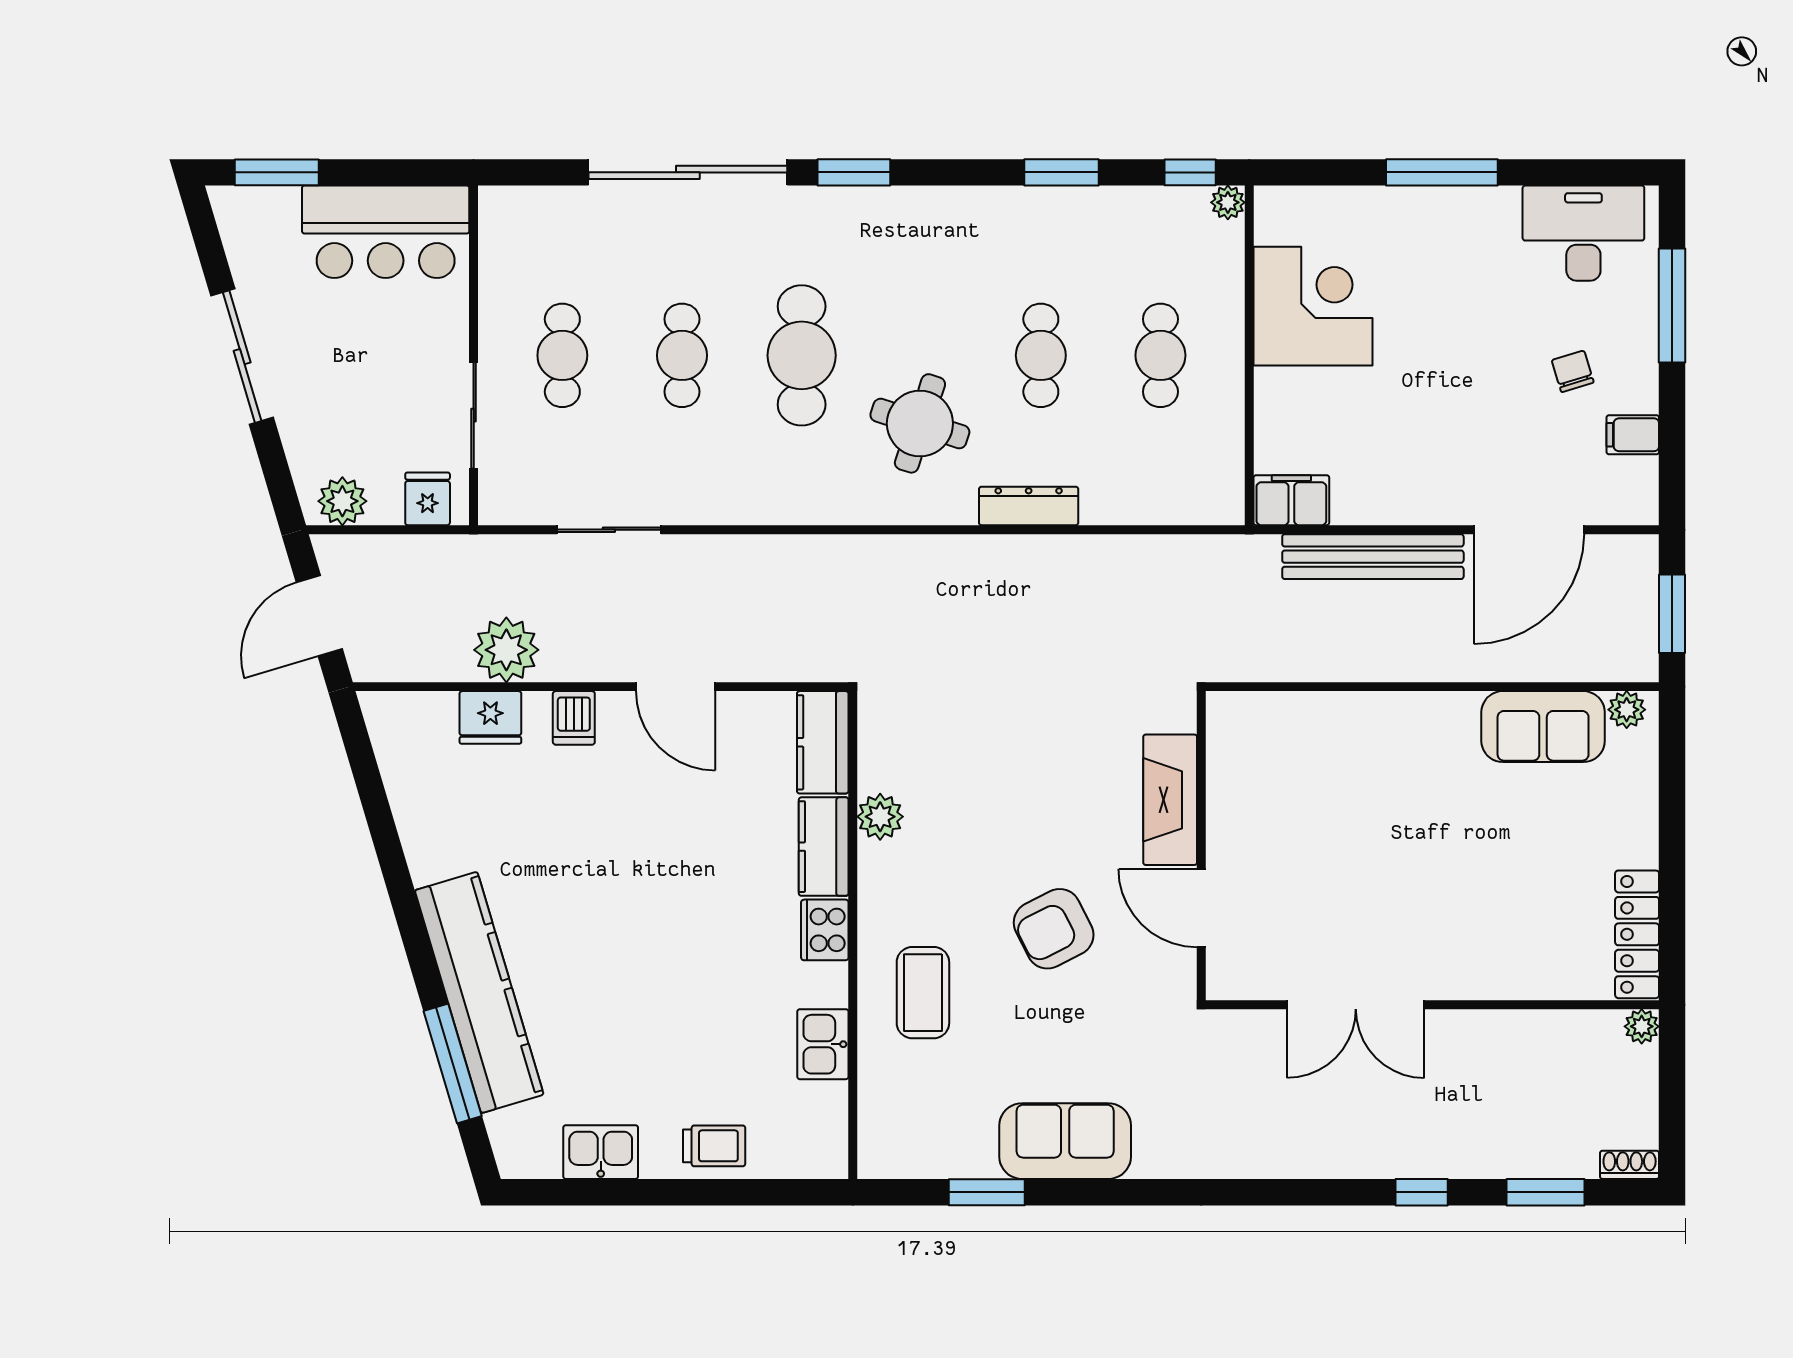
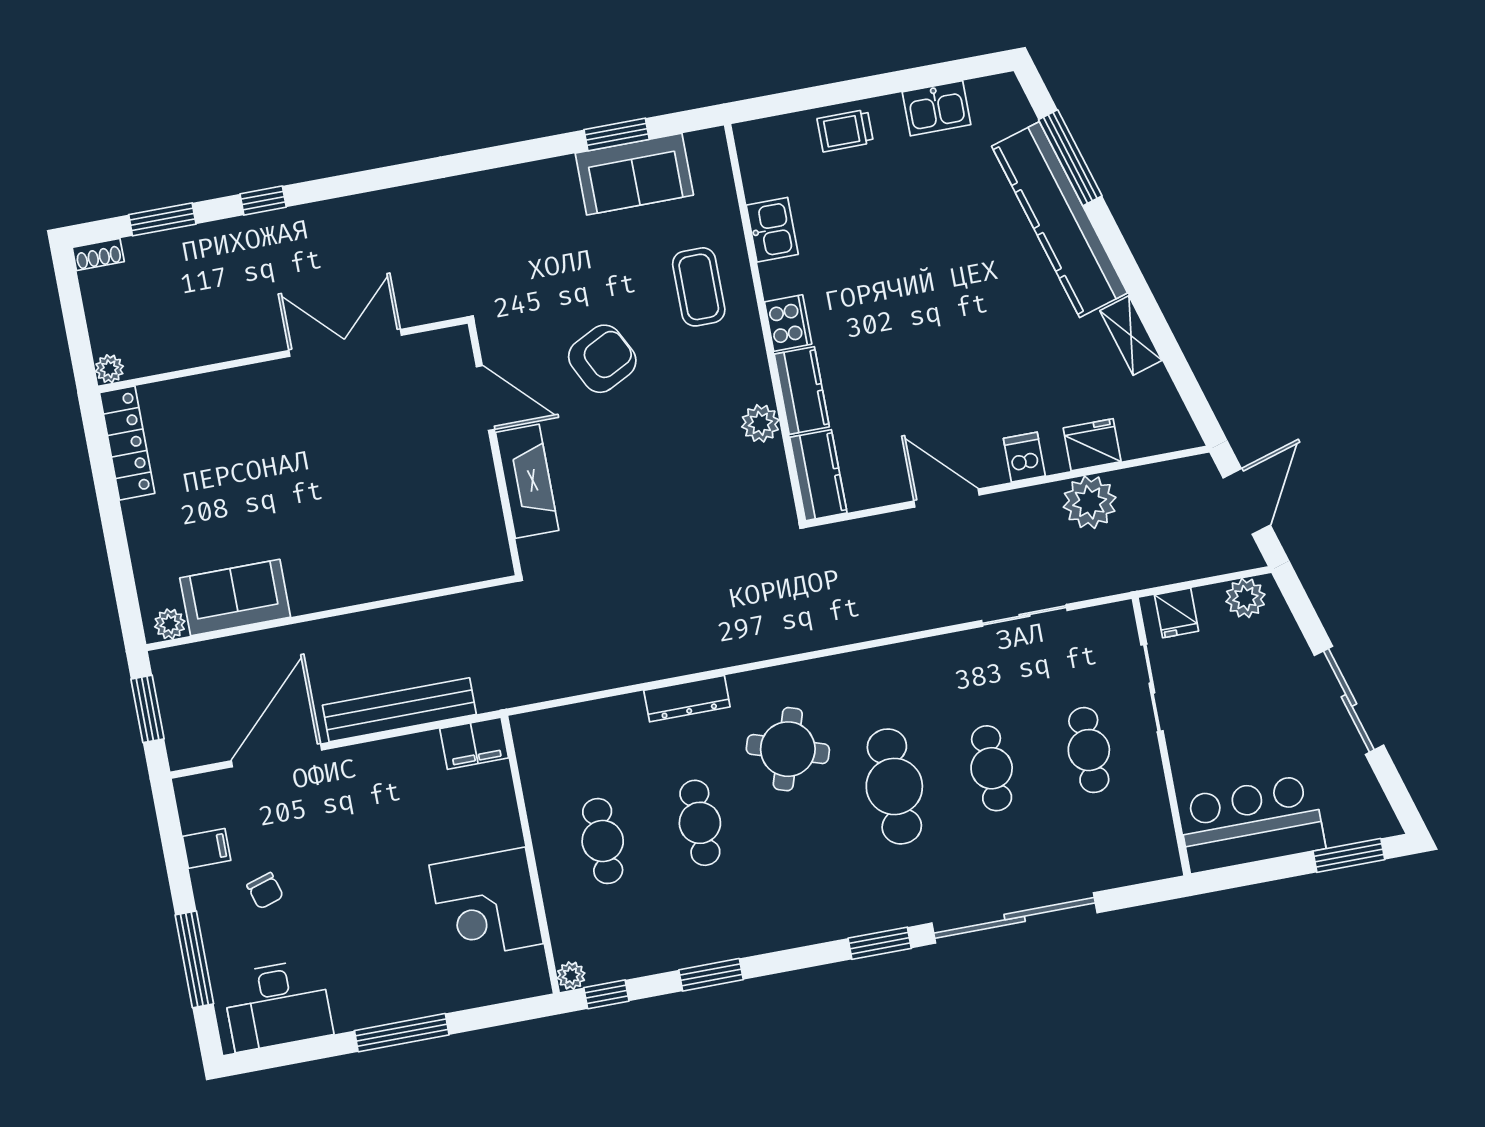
shelving: (420, 839) -> (1131, 335), added
sofa: (1065, 1141) -> (634, 174), moved

